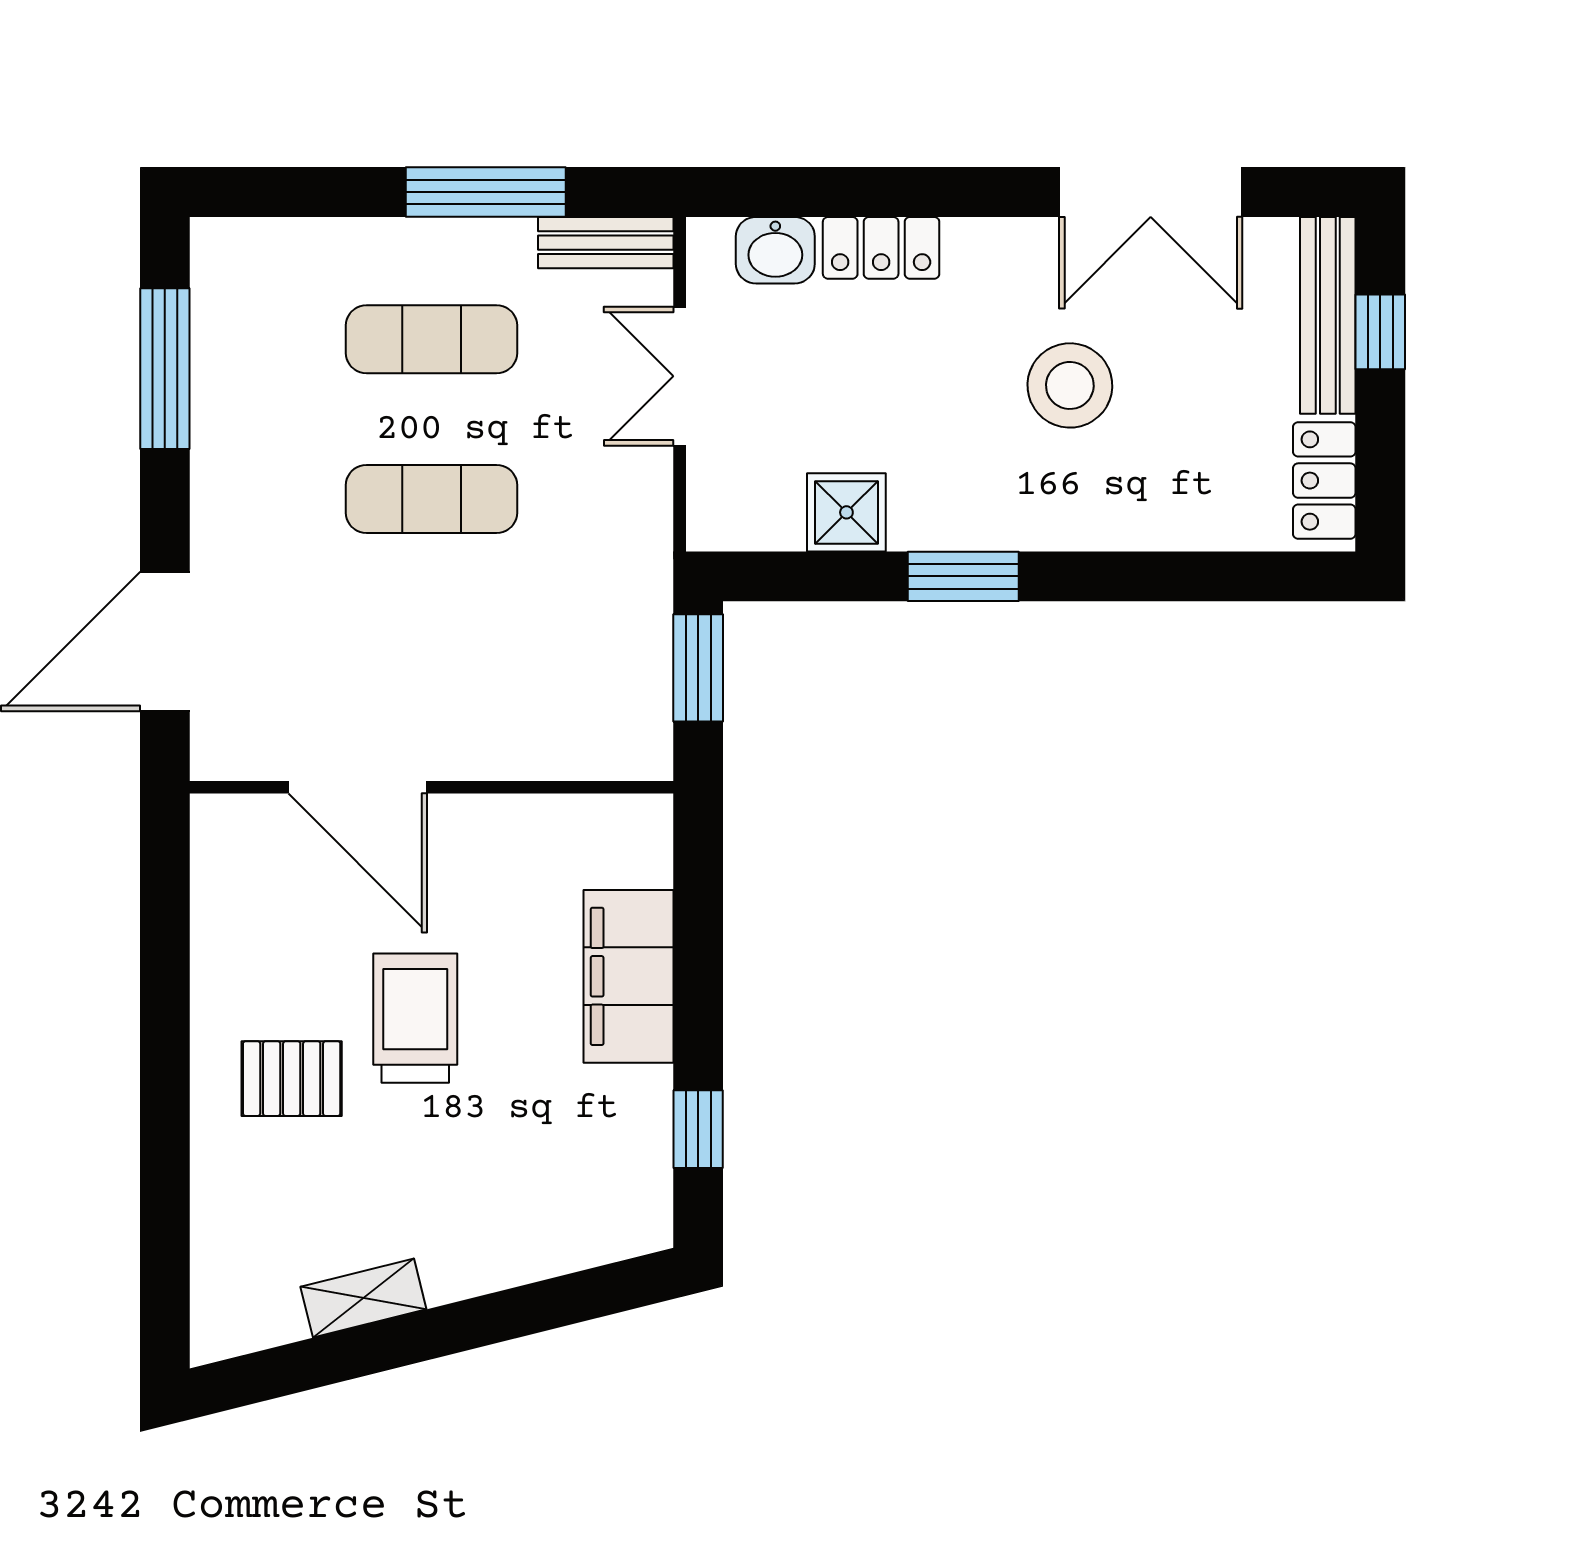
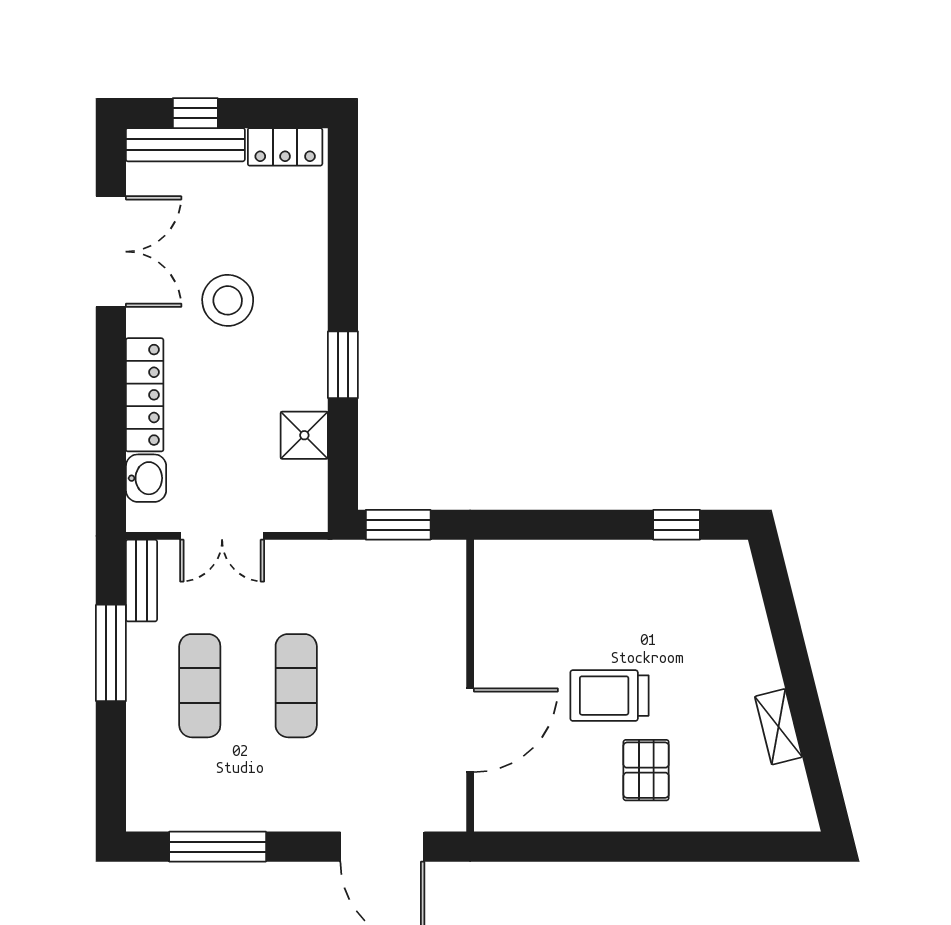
locker: (881, 248) -> (145, 395), width x1.53
filing cabinet: (629, 976) -> (584, 567), removed

